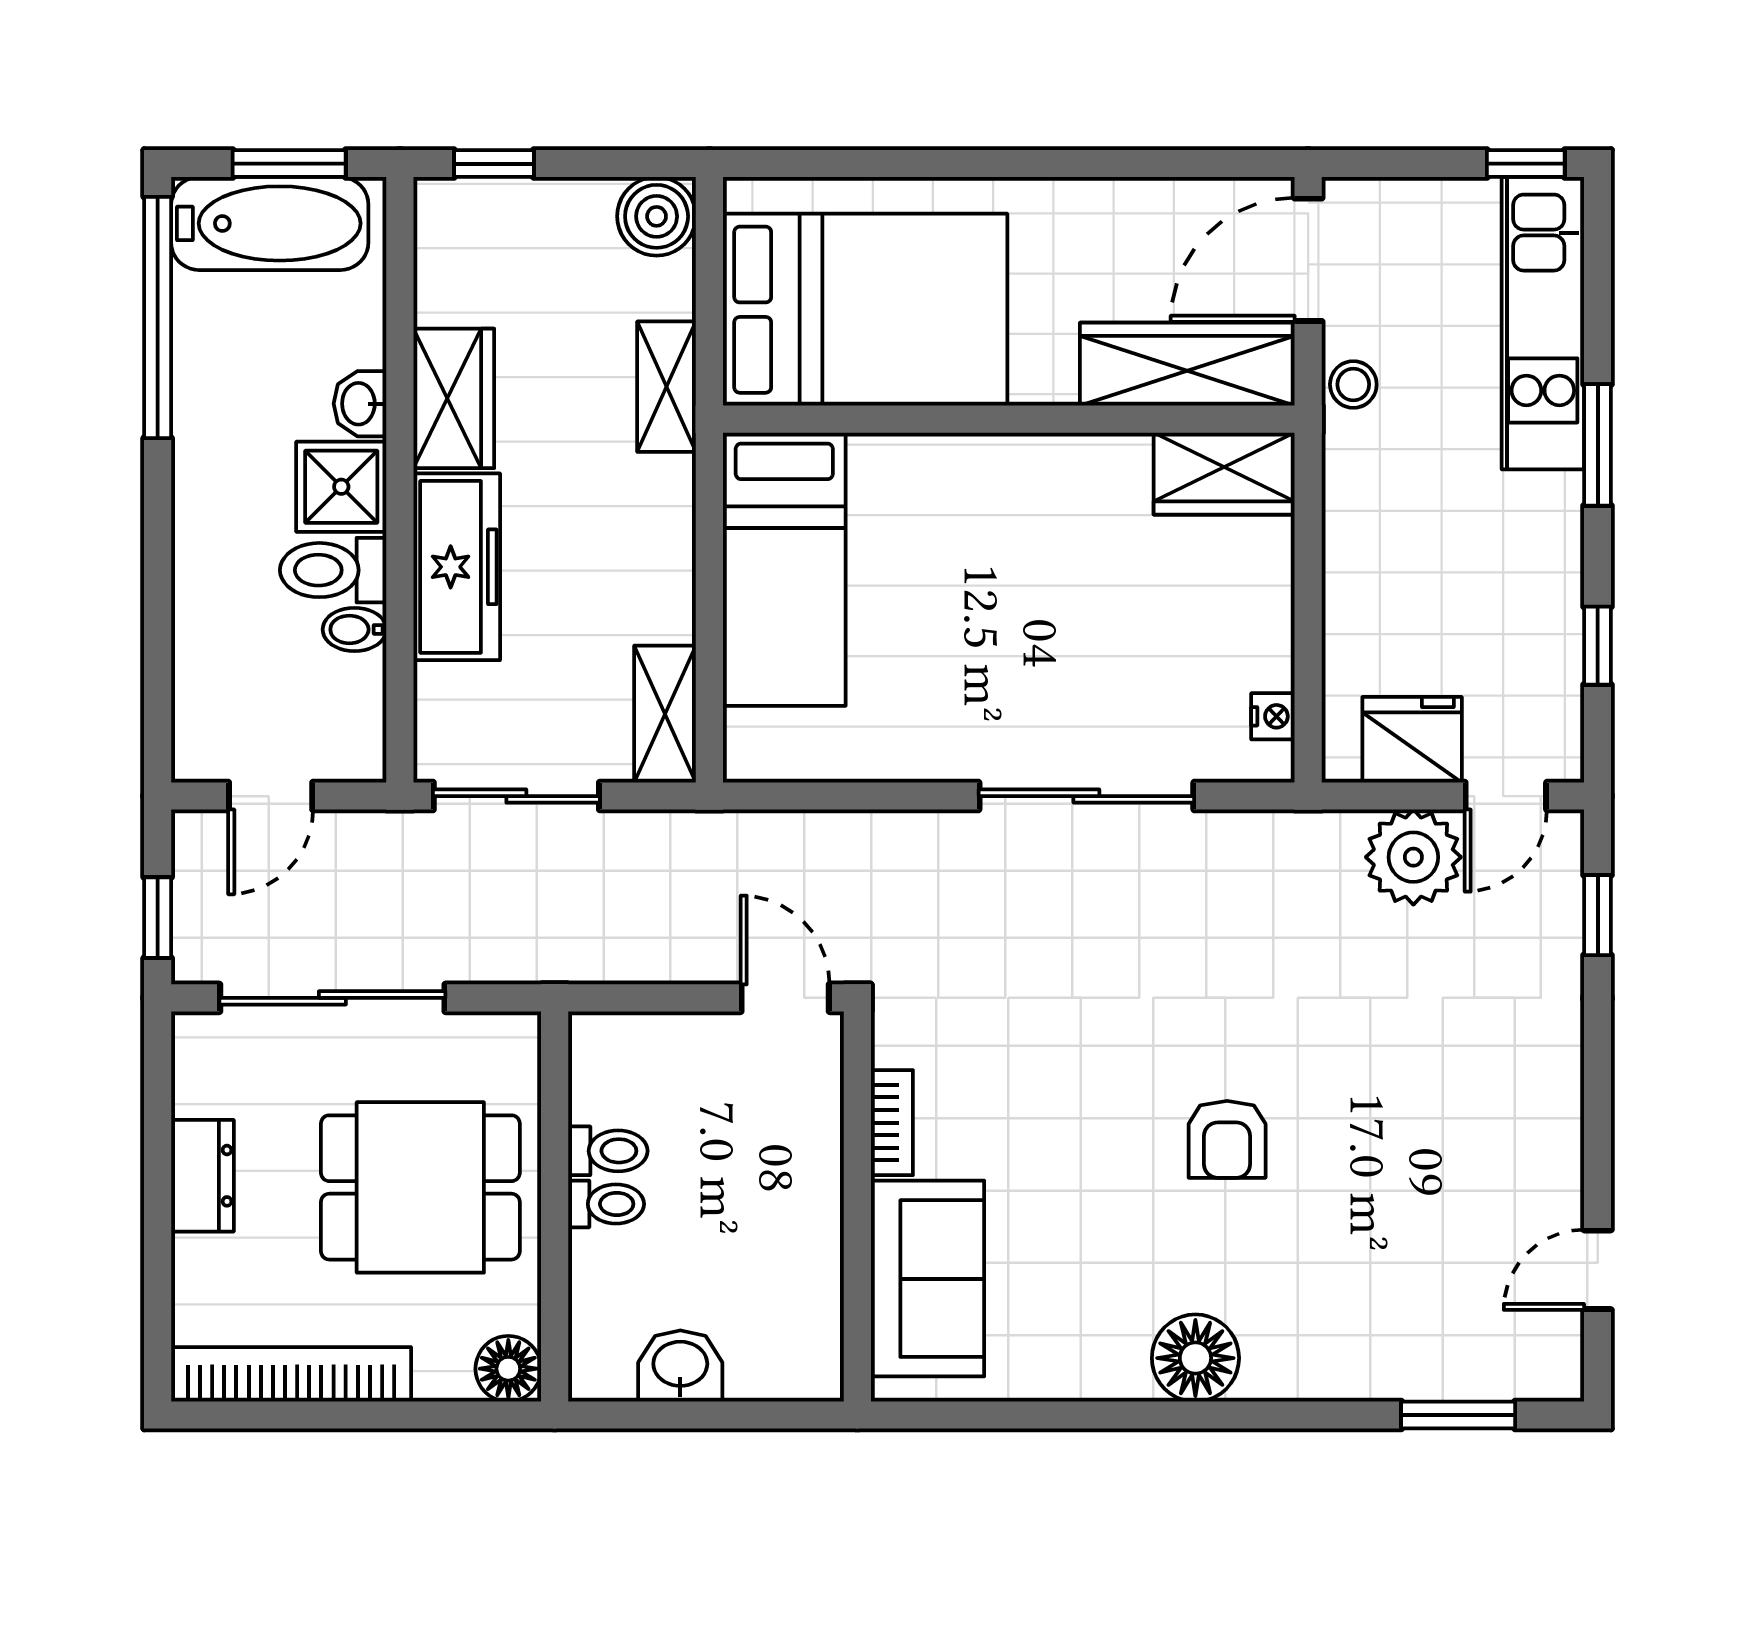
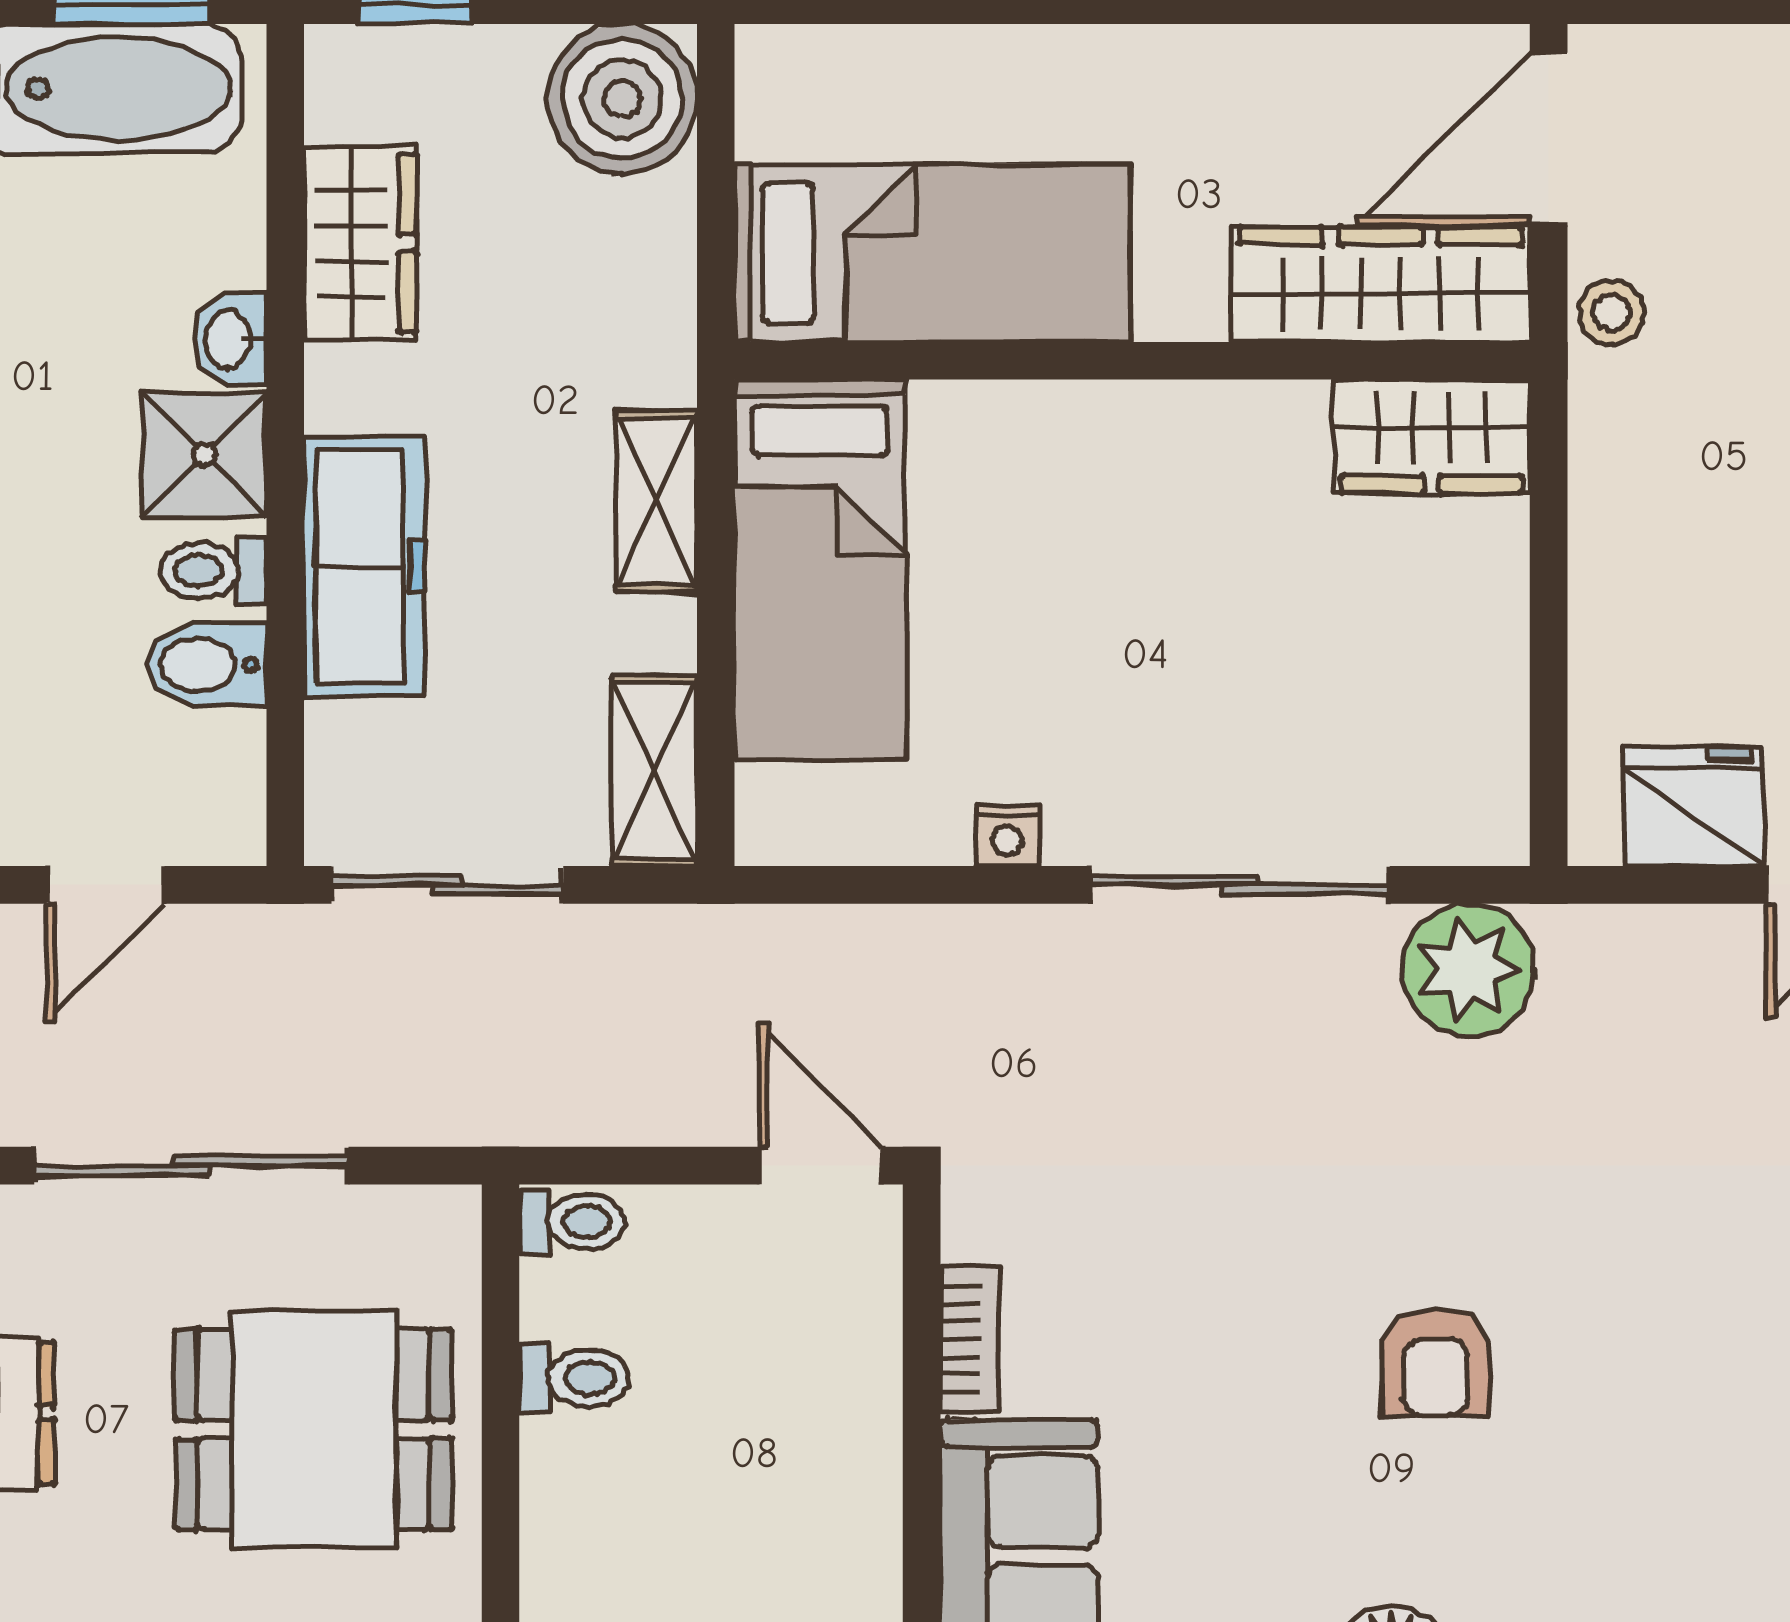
boiler: (657, 216) -> (622, 99), width x1.37, depth x1.37
bed: (865, 310) -> (932, 253), width x0.67
shelving: (667, 387) -> (656, 502), moved
wardrobe: (454, 398) -> (360, 243), moved
toilet: (333, 570) -> (213, 571), width x0.73, depth x0.72
bidet: (355, 629) -> (206, 665), width x1.38, depth x1.36
nightstand: (1273, 716) -> (1008, 836), moved, turned 90
plant: (1413, 857) -> (1468, 970), moved
toilet: (606, 1204) -> (572, 1222), moved

